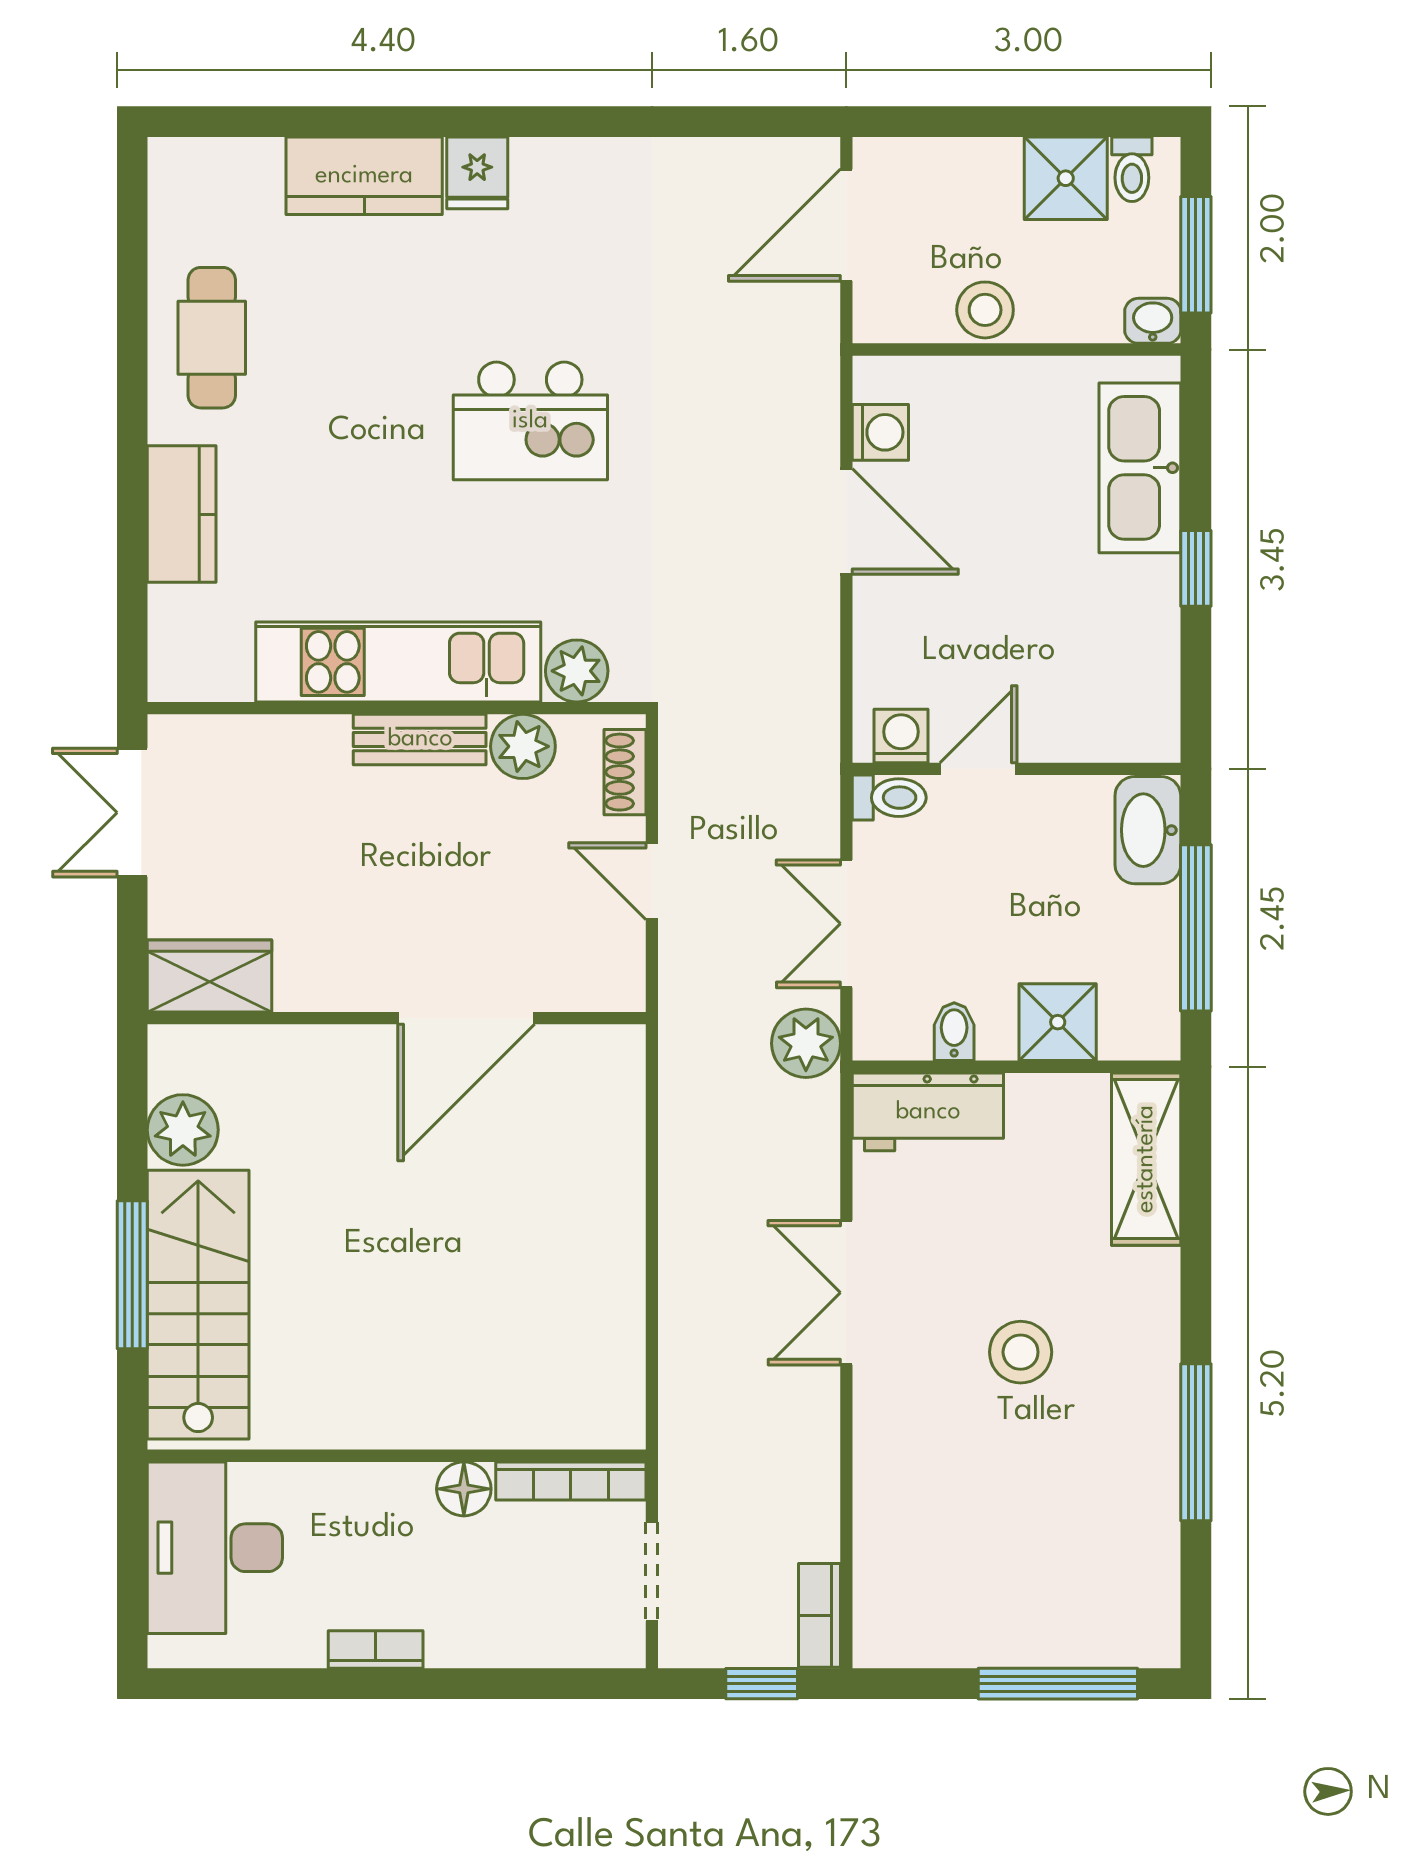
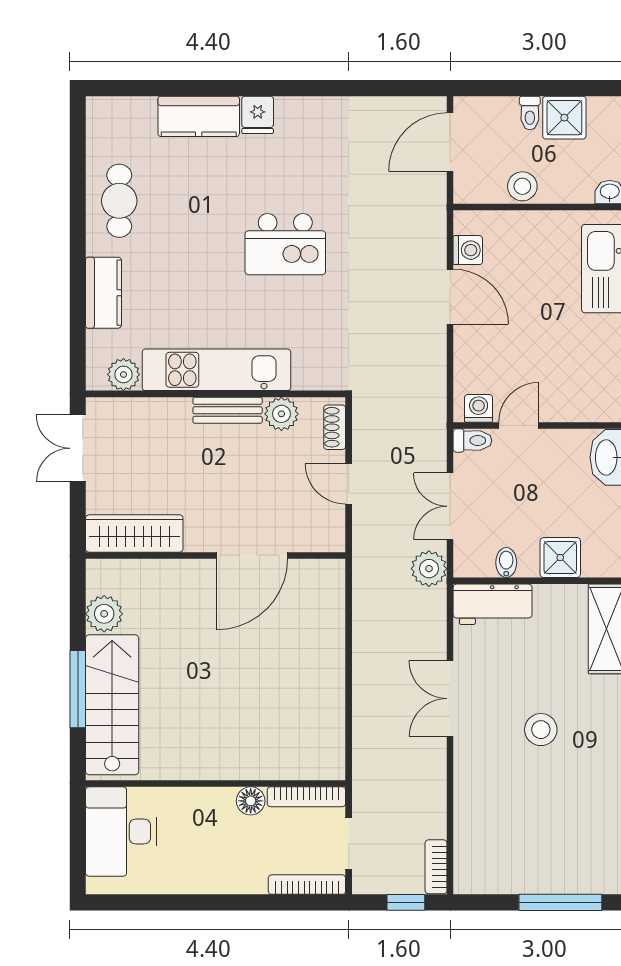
toilet: (1132, 169) -> (530, 113), moved
plant: (577, 671) -> (123, 374), moved
wardrobe: (210, 976) -> (134, 534), width x1.50
bookcase: (376, 1650) -> (307, 885), moved, width x1.56

